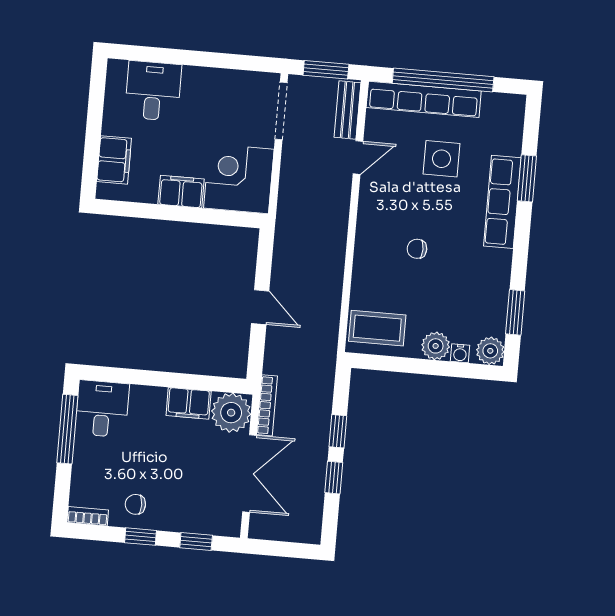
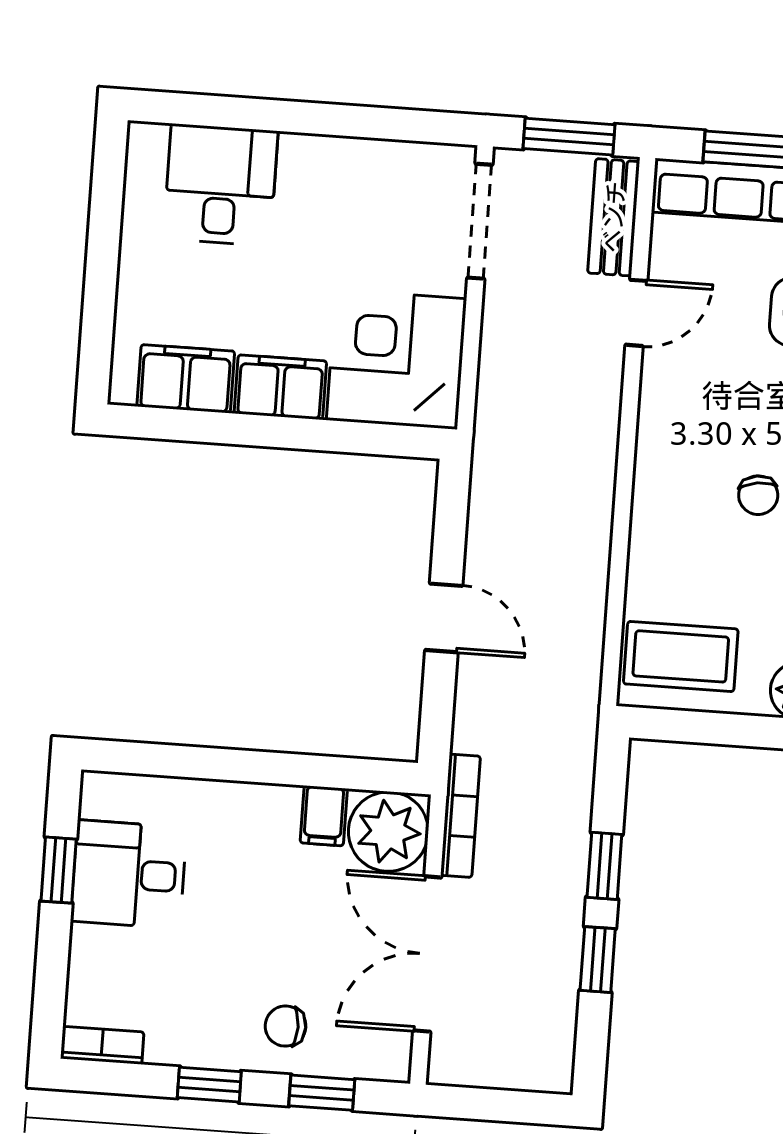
filing cabinet: (114, 160) -> (186, 379), moved, turned -90
chair: (417, 249) -> (758, 495), turned -98
filing cabinet: (189, 403) -> (324, 816), width x0.50
desk: (102, 409) -> (129, 874), moved, turned -90
window: (67, 429) -> (59, 870), width x0.46
double door: (249, 474) -> (427, 954), swing flipped
chair: (135, 504) -> (286, 1026), moved

